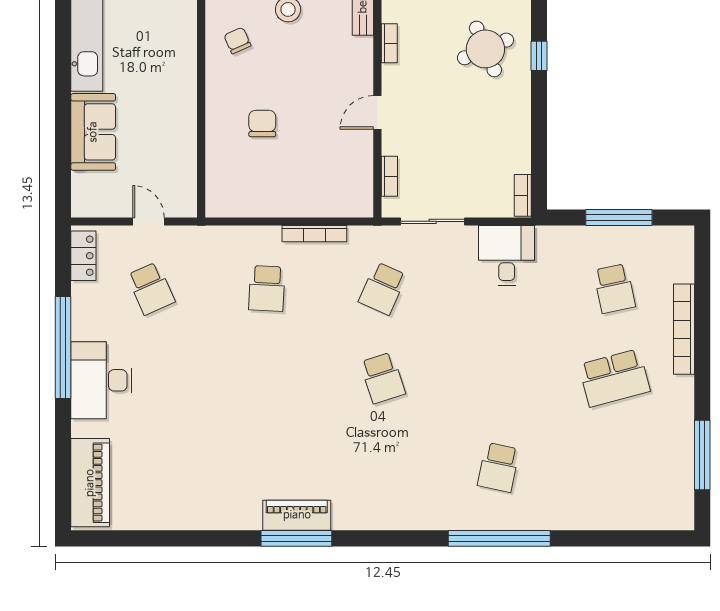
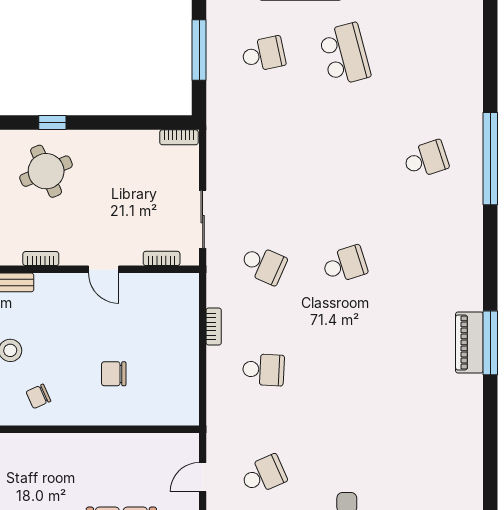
bookcase: (314, 234) -> (214, 326), width x0.64
desk: (507, 255) -> (233, 152), removed
school desk: (498, 467) -> (426, 159), turned -30

